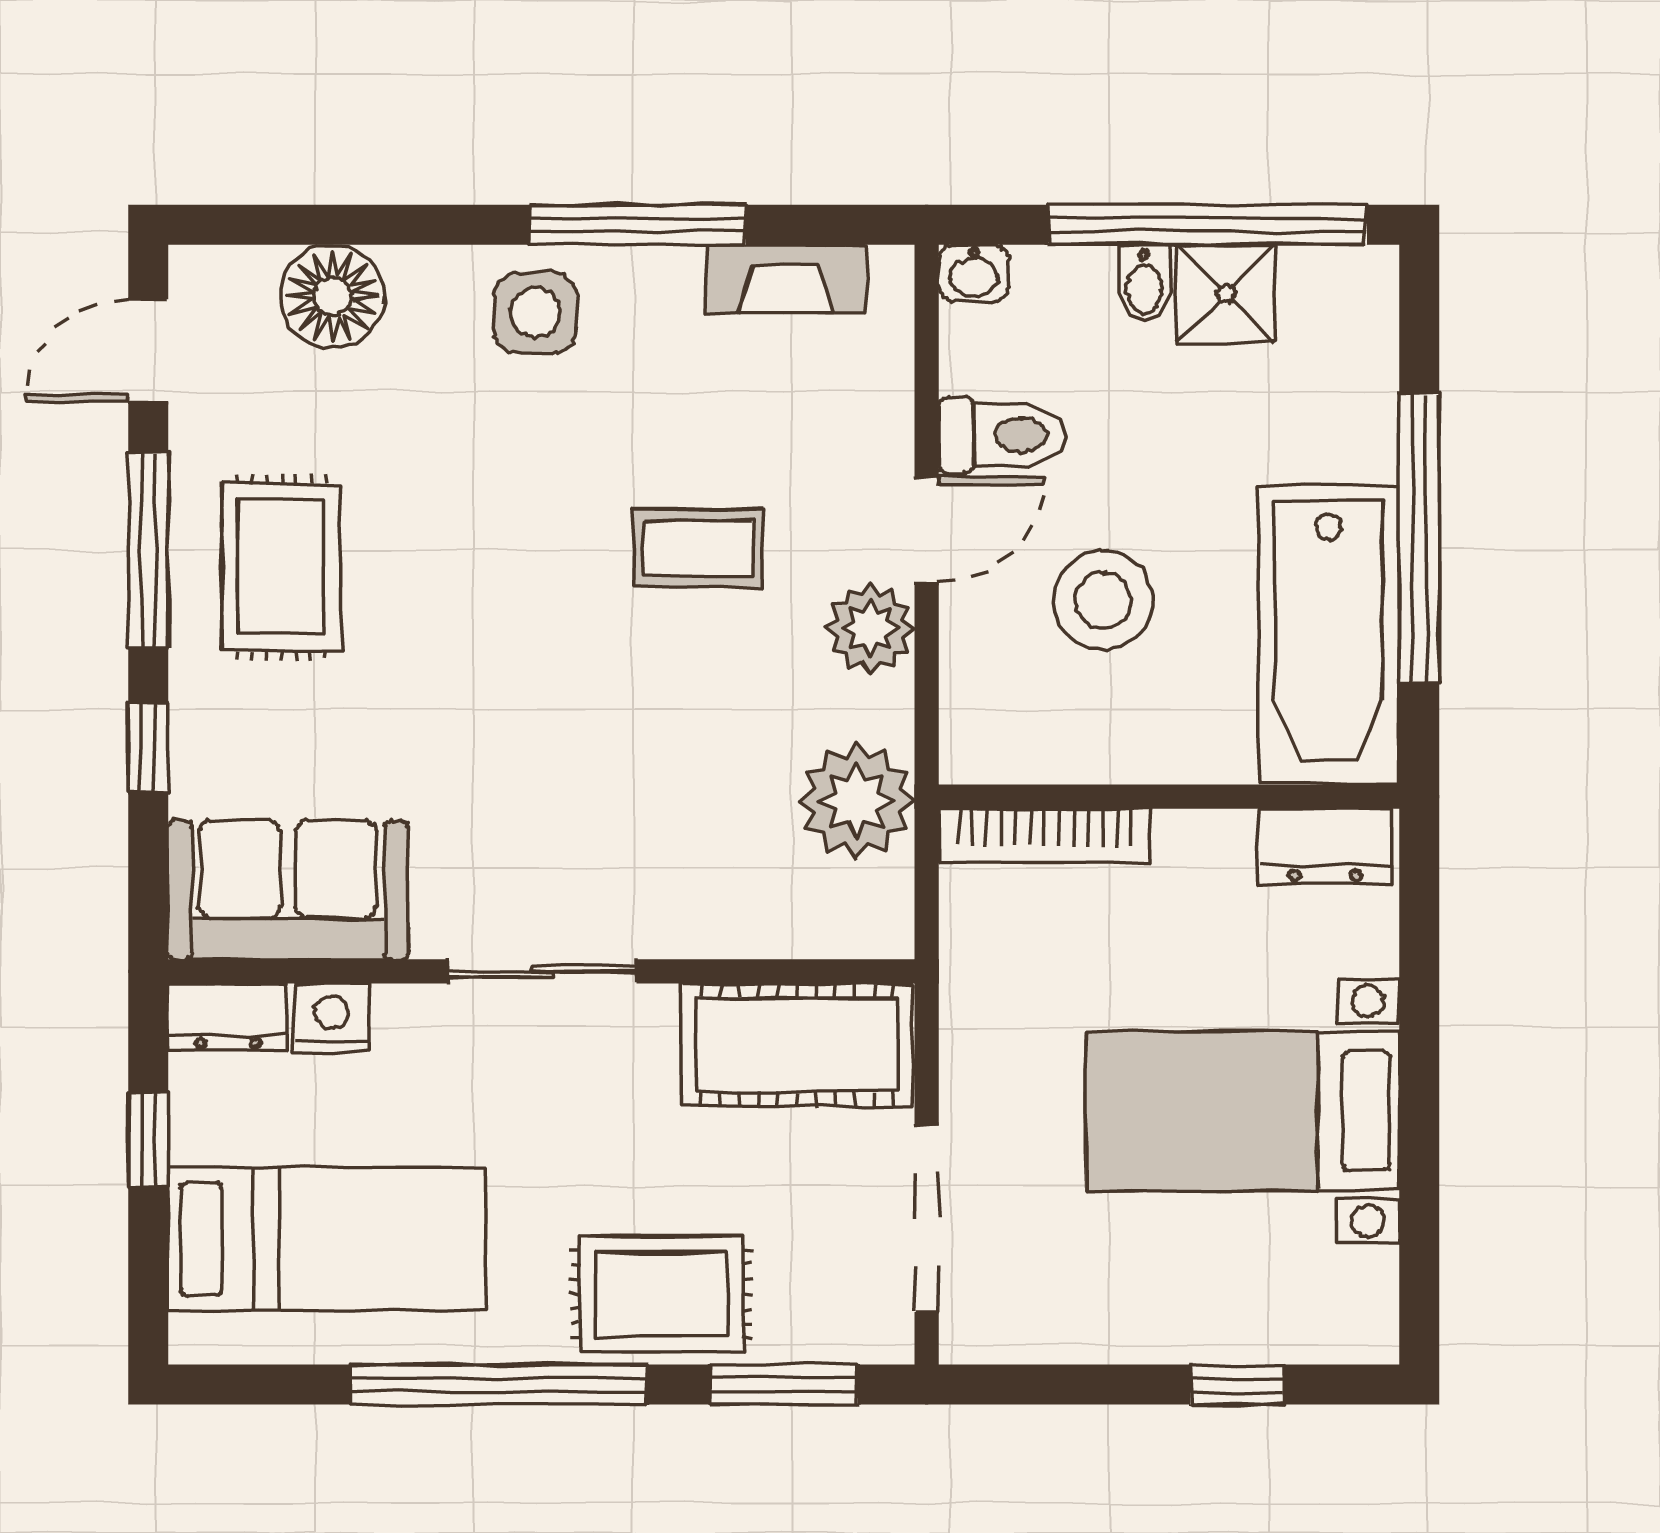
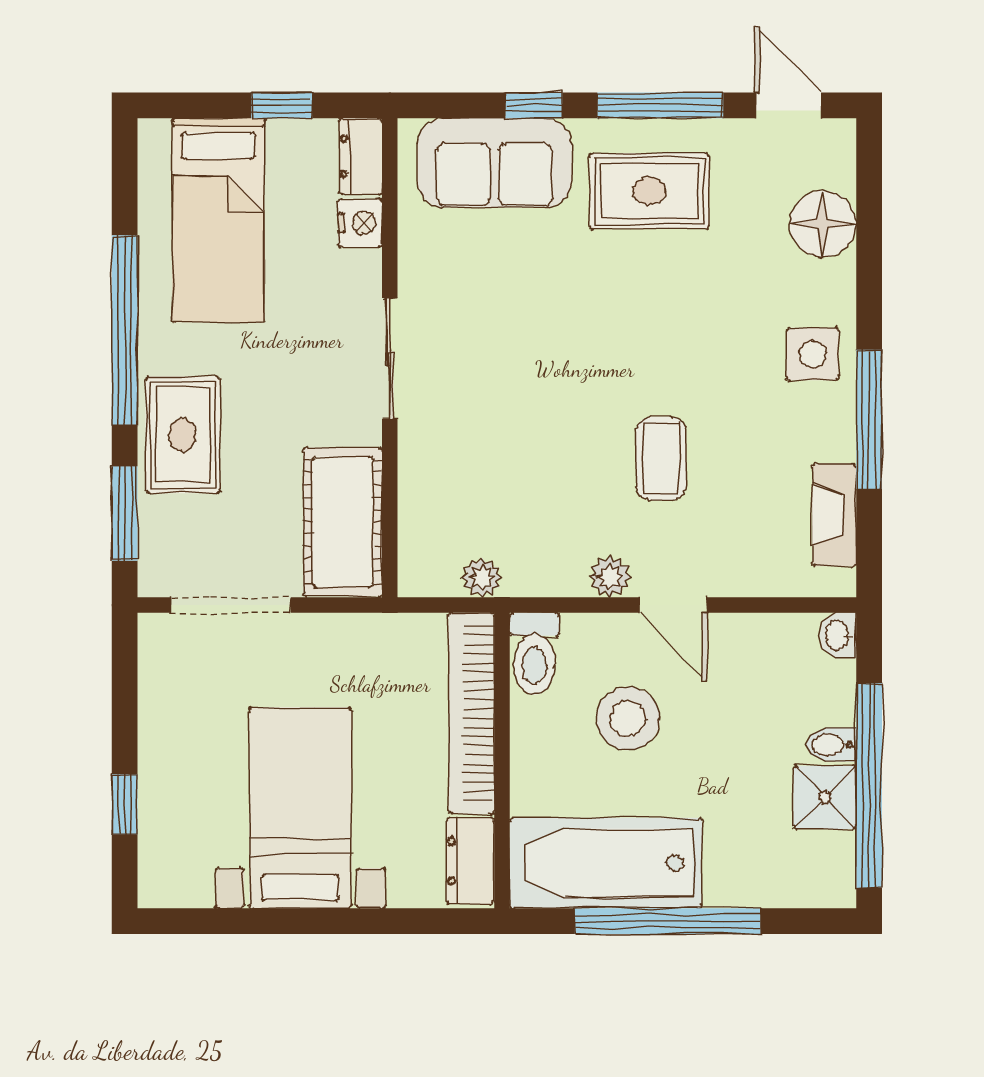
toilet: (1003, 435) -> (535, 654), moved
plant: (870, 628) -> (610, 577), width x0.73, depth x0.73
plant: (857, 801) -> (482, 578), width x0.53, depth x0.53
bookcase: (1044, 836) -> (471, 713), width x1.48, depth x1.31
sofa: (288, 890) -> (494, 163), moved, turned 90

